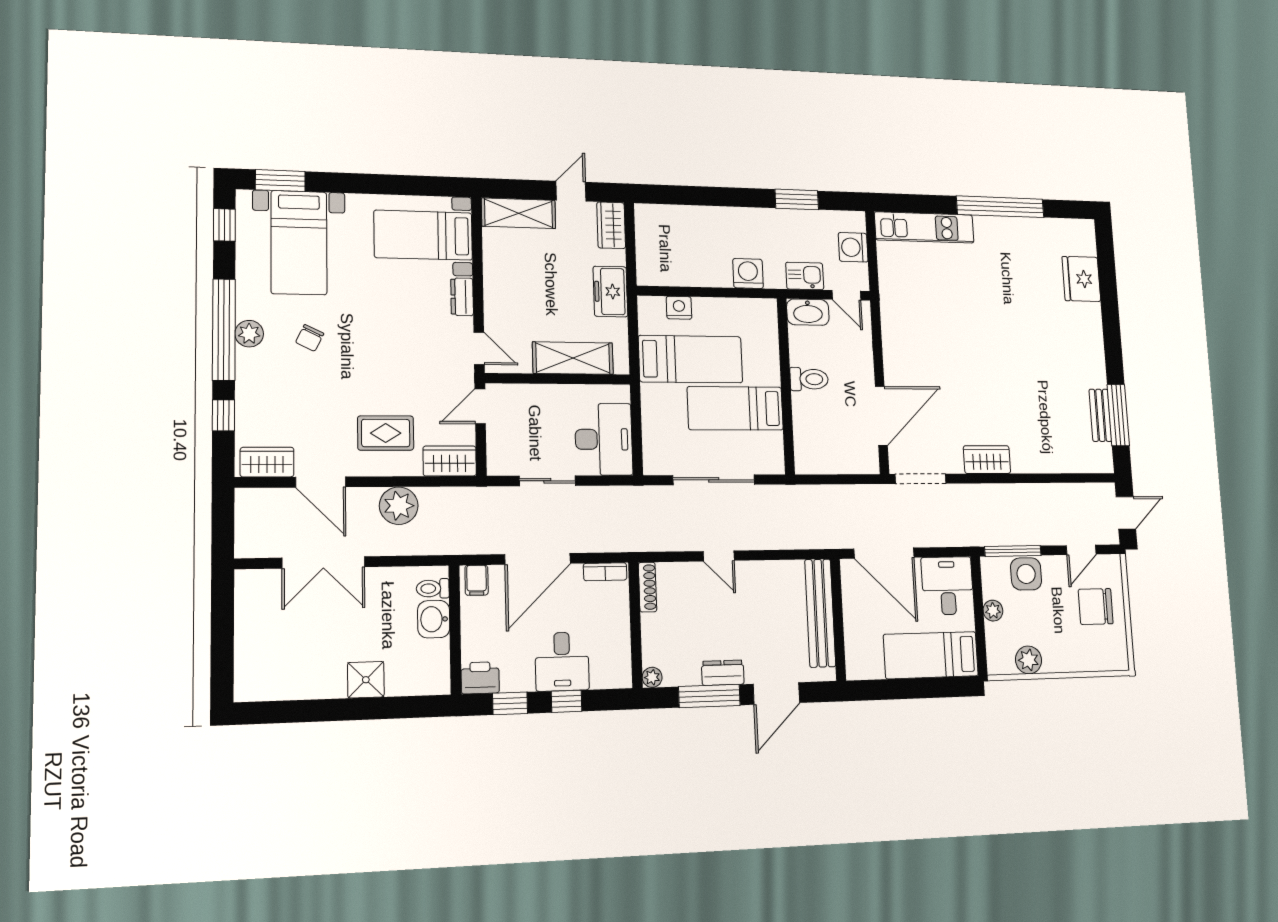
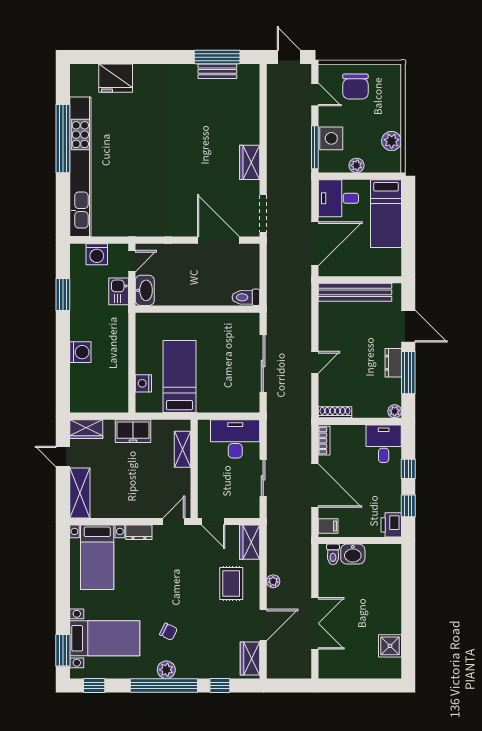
kitchen unit: (924, 227) -> (80, 167), width x1.86
washing machine: (748, 273) -> (80, 352), moved, turned 180
shelving: (573, 358) -> (182, 449), width x0.67, depth x0.75
toilet: (809, 379) -> (246, 297), moved, turned -90
bed: (735, 408) -> (214, 346), removed
plant: (399, 506) -> (273, 581), width x0.53, depth x0.53
desk: (562, 662) -> (384, 444), moved, turned -90
shower: (366, 680) -> (390, 646), moved

